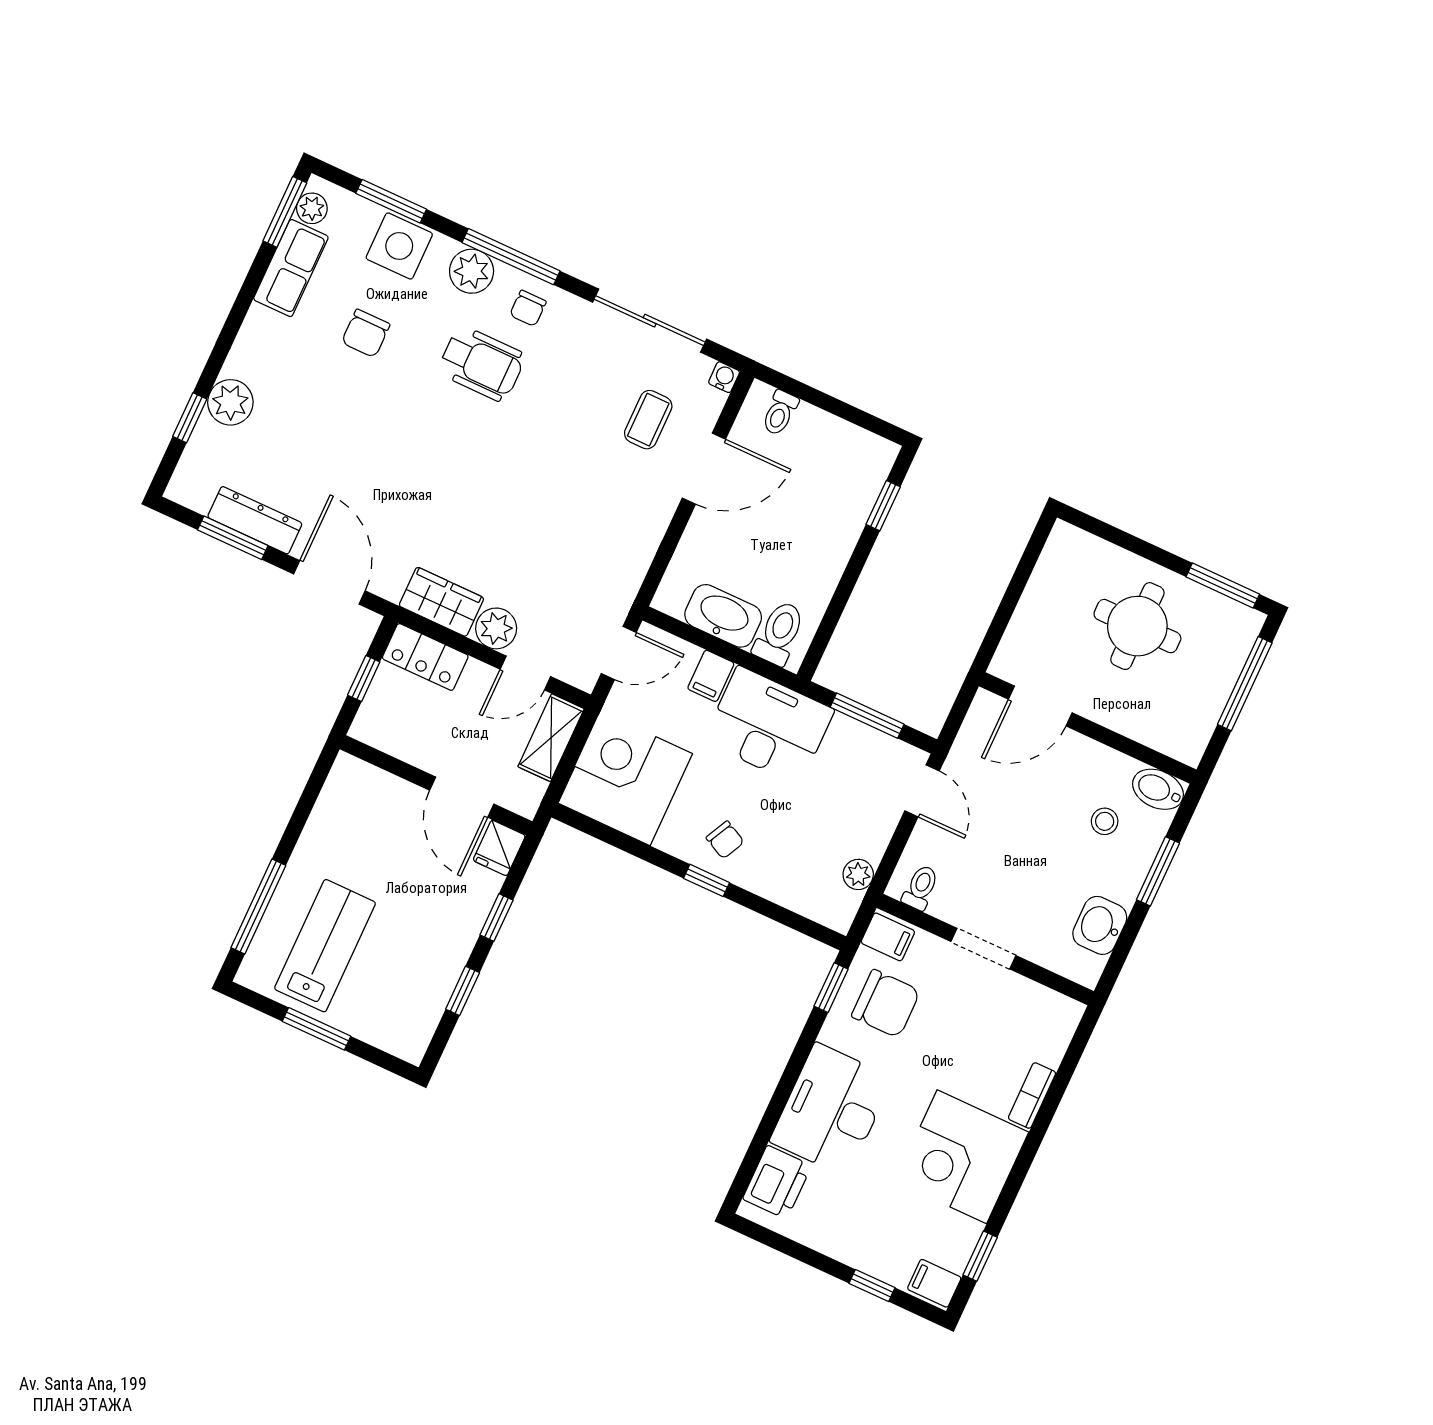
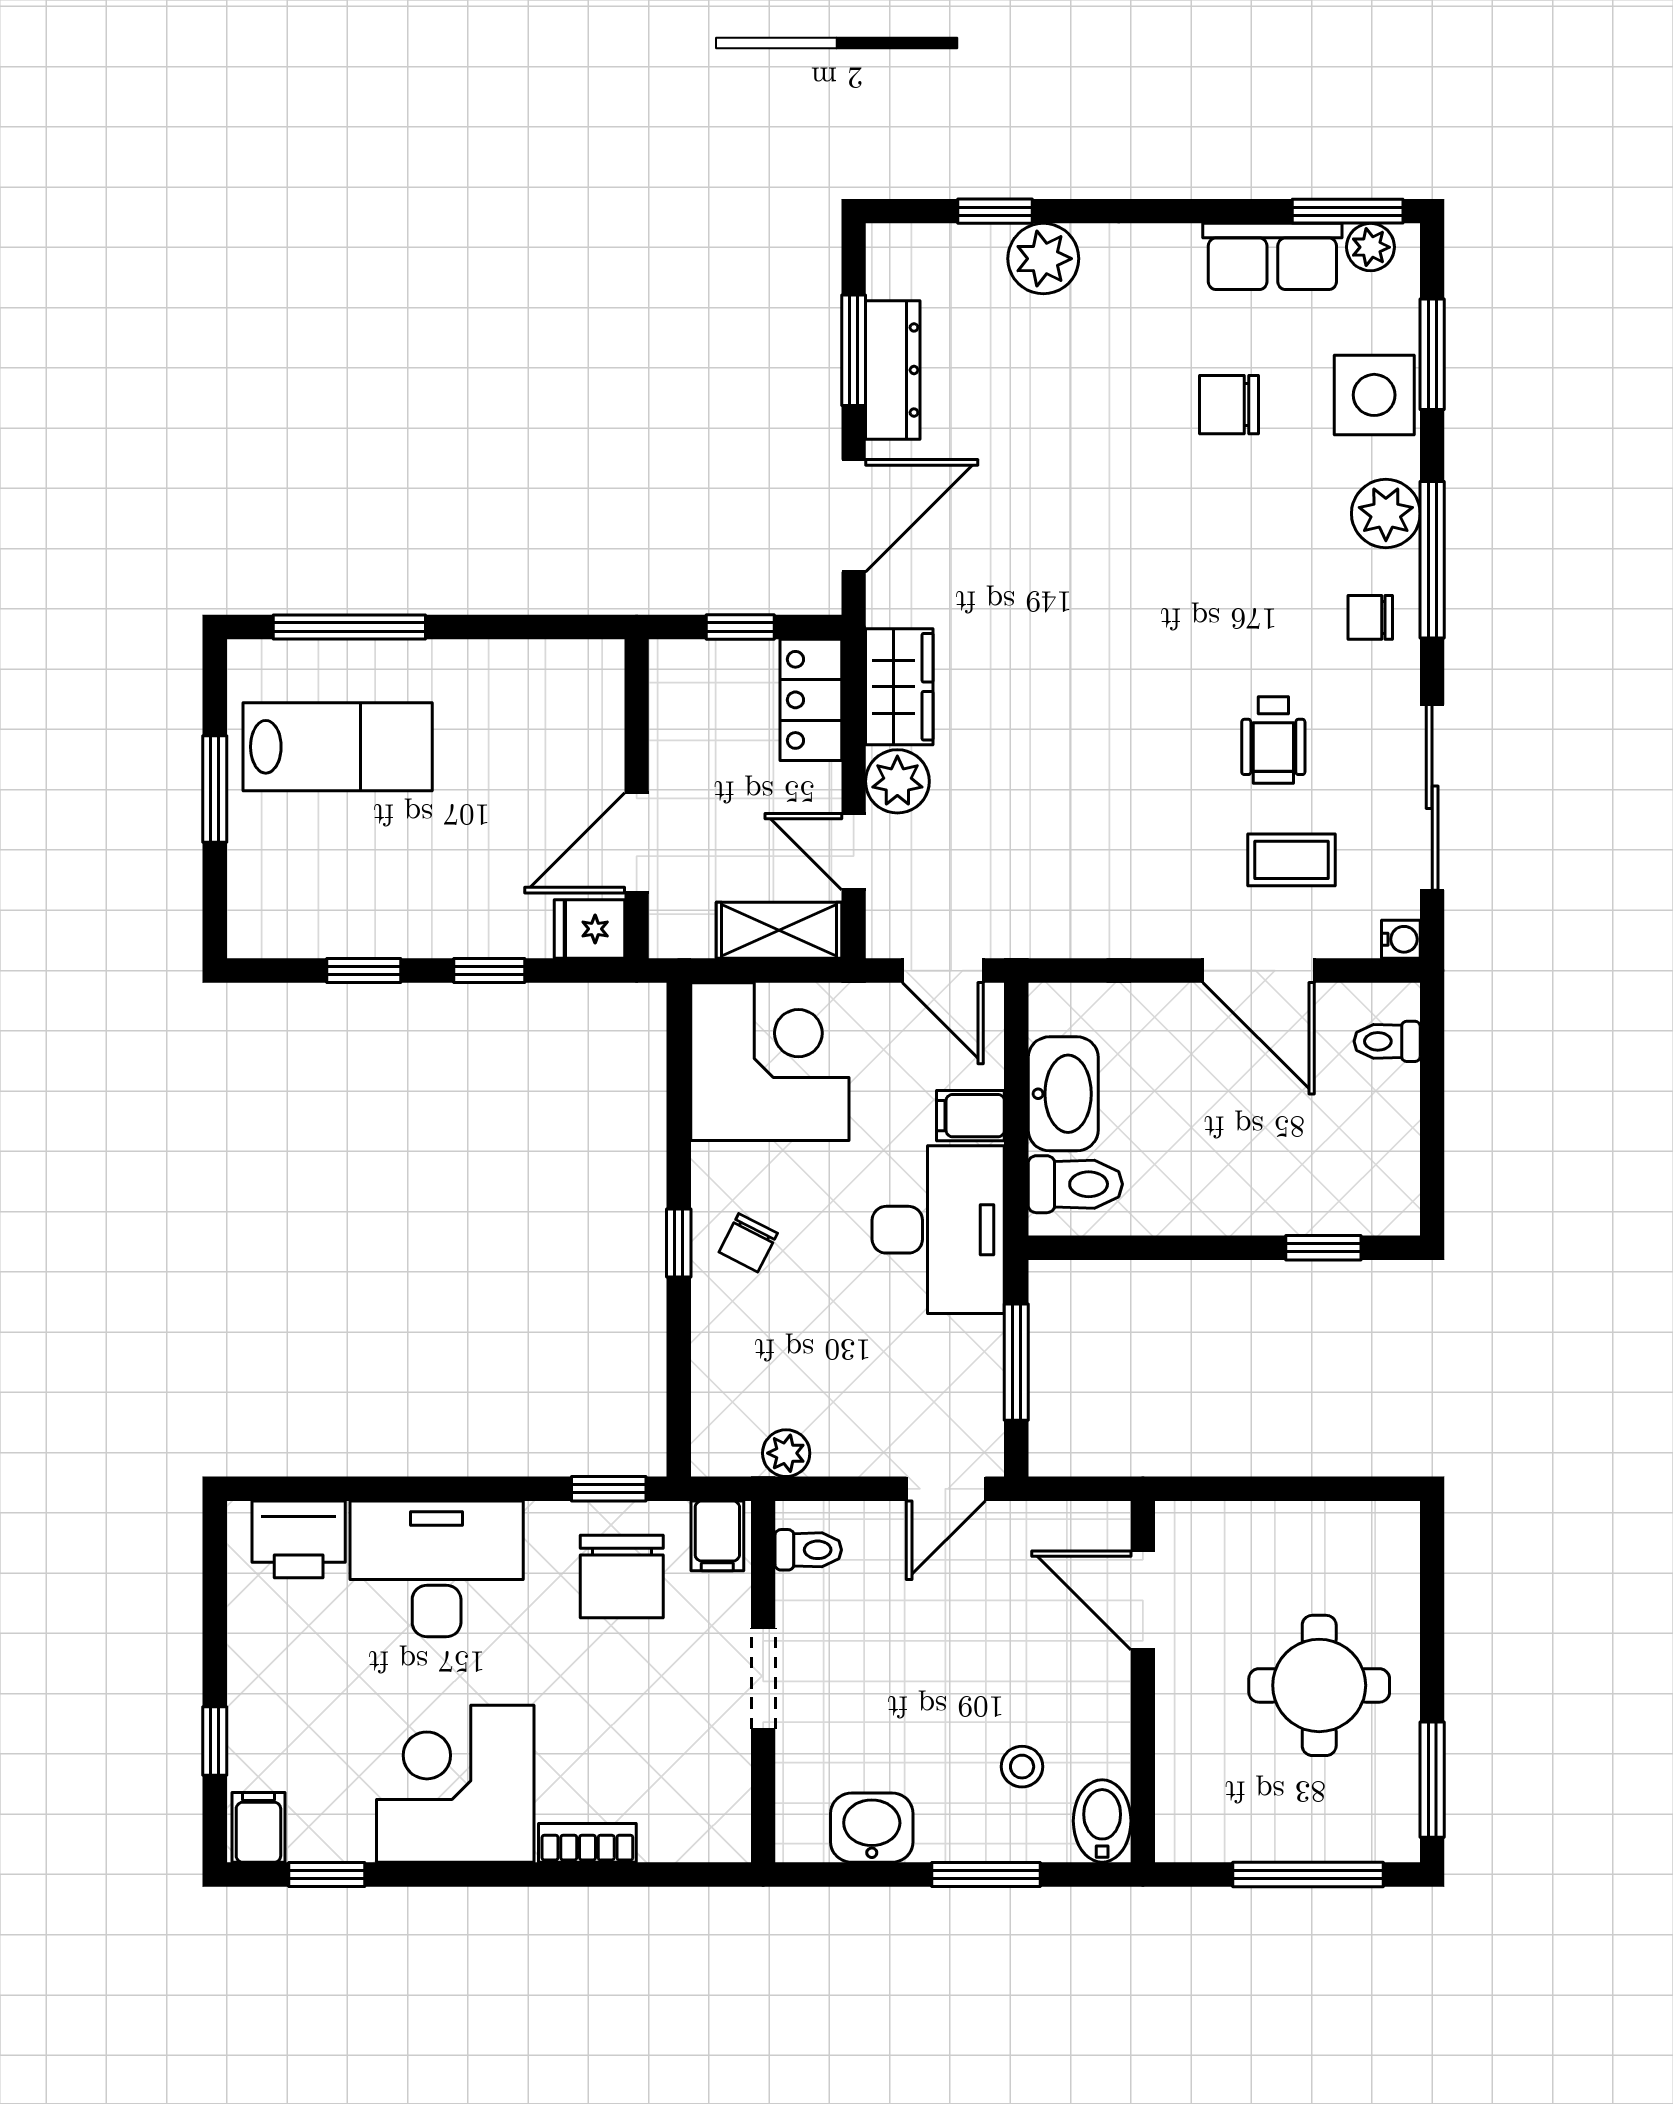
wheelchair: (482, 364) -> (1273, 740), moved, width x0.73, depth x0.73

